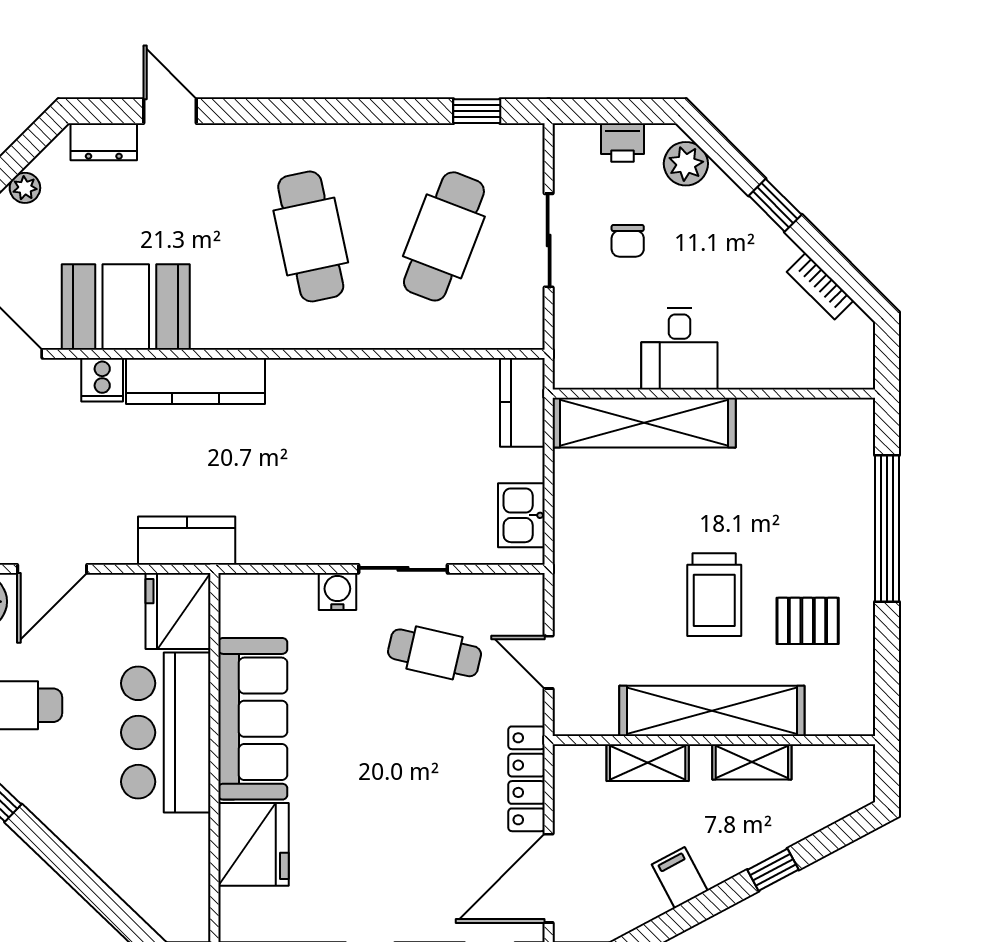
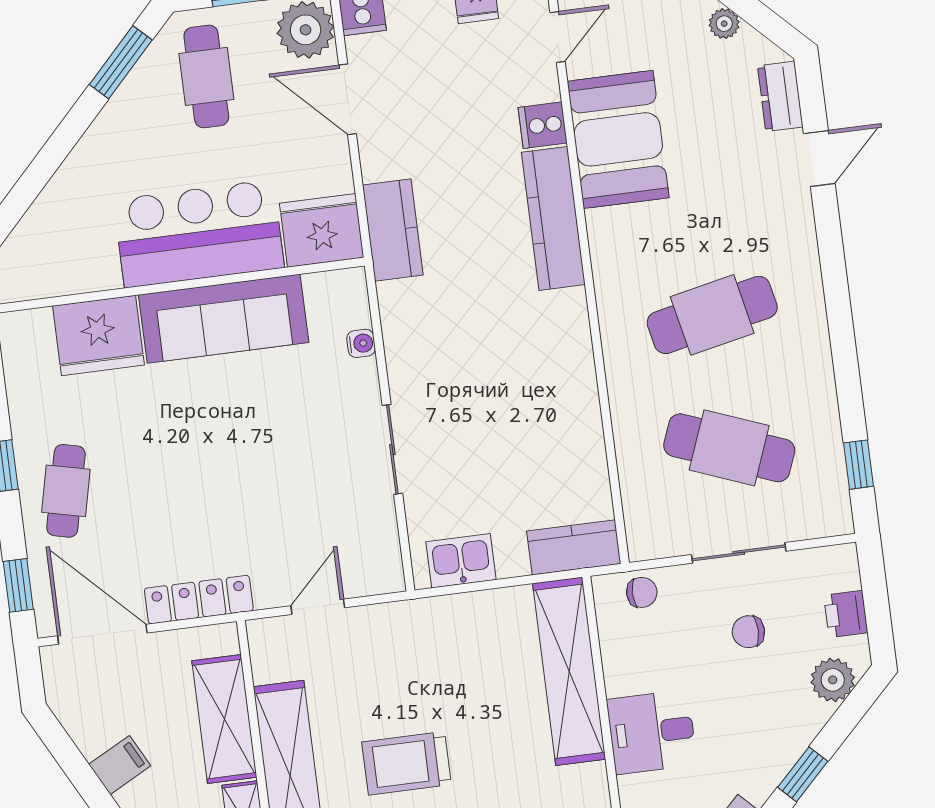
chair: (575, 341) -> (642, 592), added
desk: (679, 349) -> (652, 732), moved
water cooler: (337, 592) -> (361, 343), moved, width x0.72, depth x0.72
cafe table: (434, 653) -> (66, 491), moved
shelving: (648, 763) -> (224, 719), width x1.50, depth x1.33

